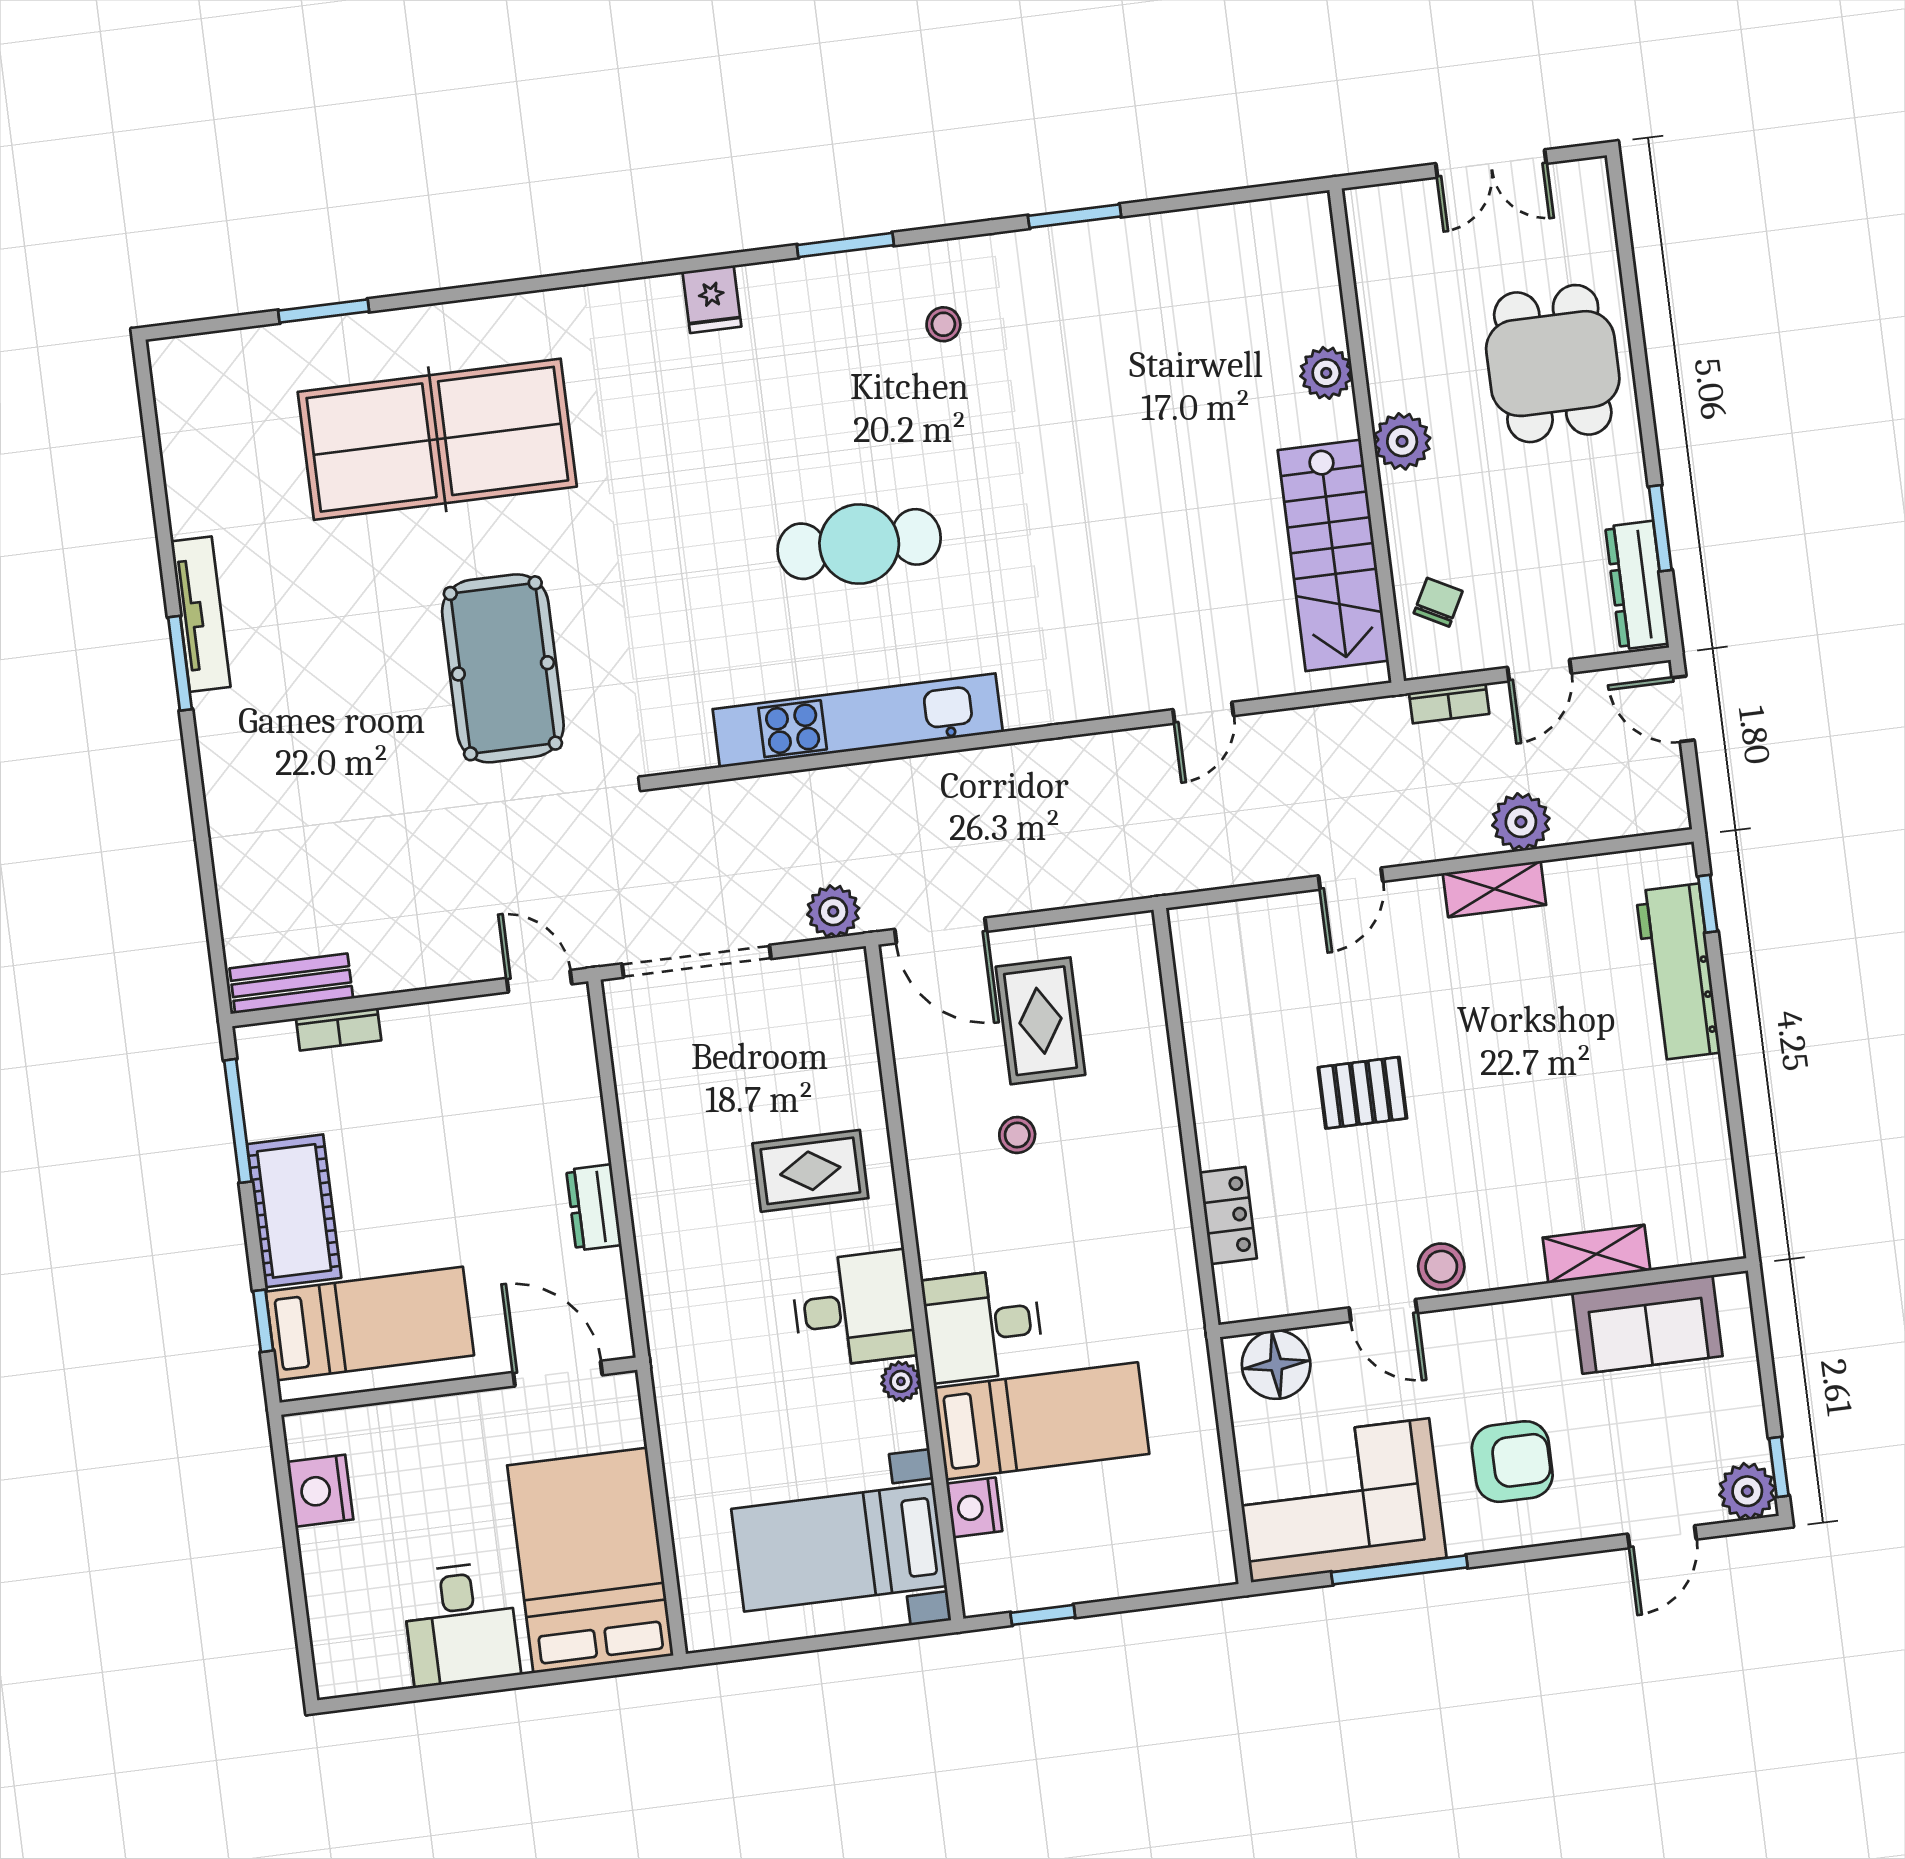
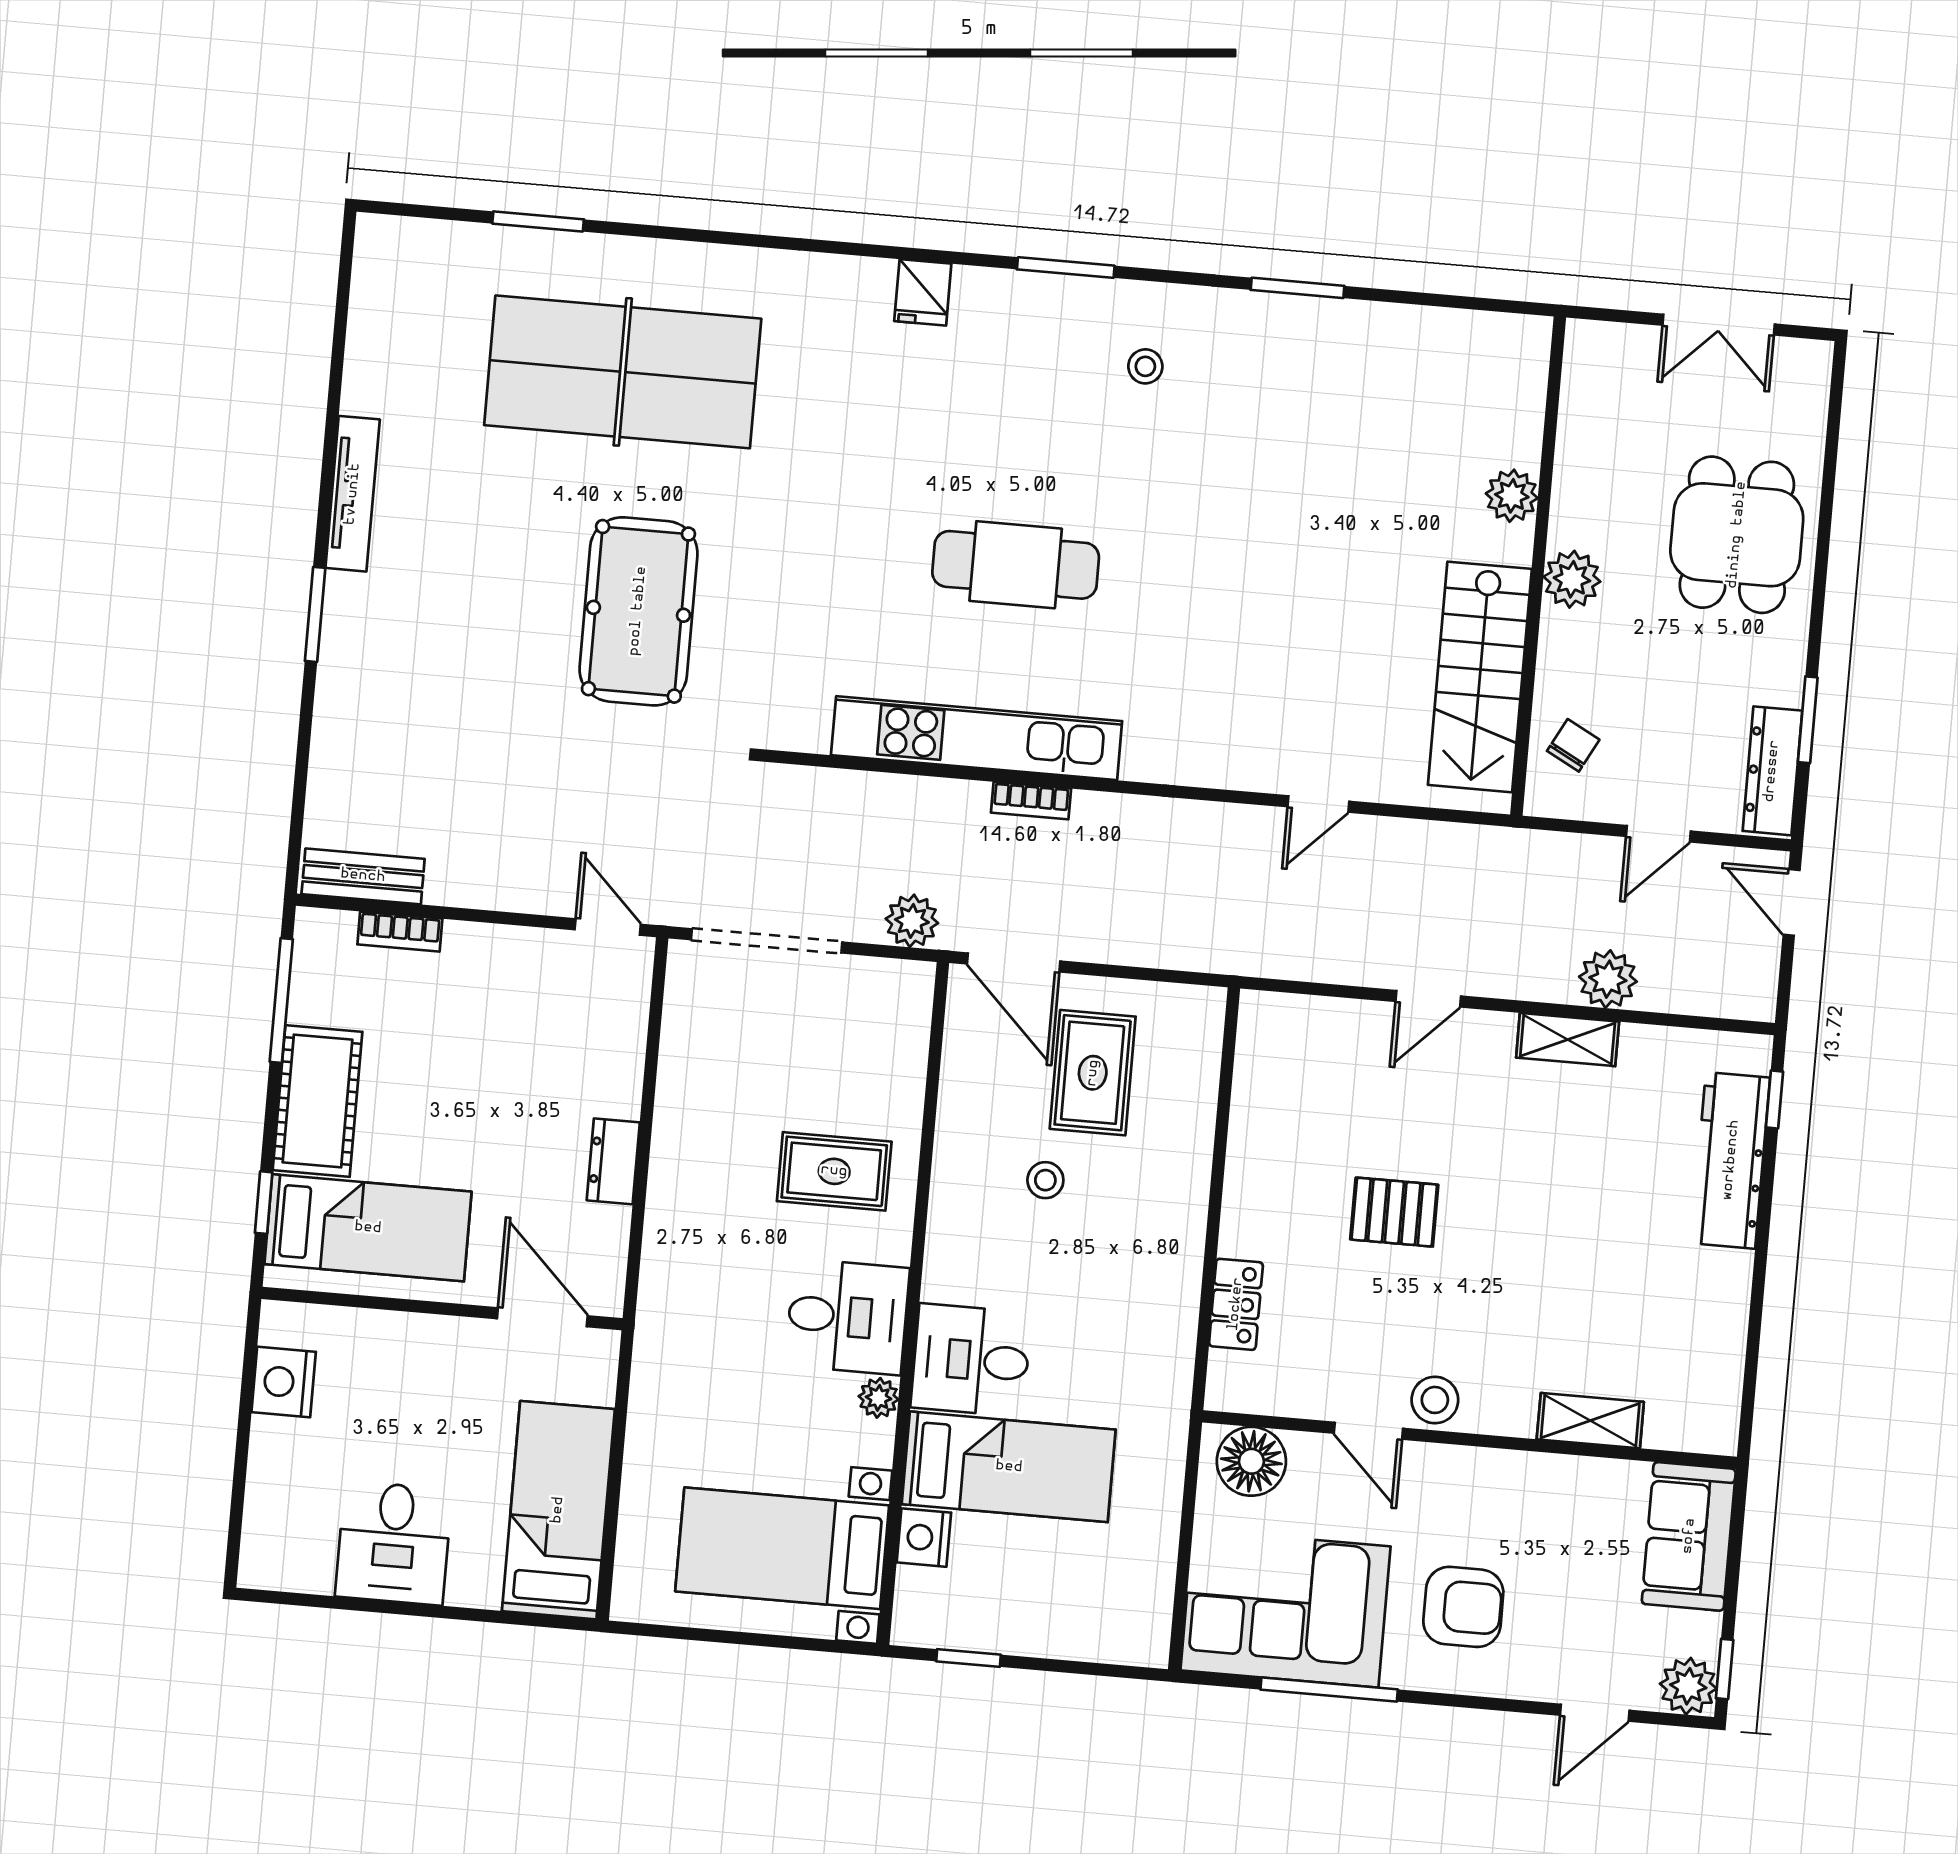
window: (180, 663) -> (315, 614), moved
bookcase: (1449, 703) -> (1031, 801), moved
sofa: (1647, 1324) -> (1689, 1536), moved, turned 90
bed: (590, 1560) -> (558, 1510), width x0.67

